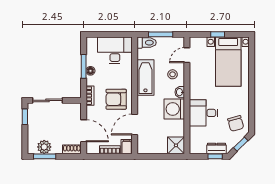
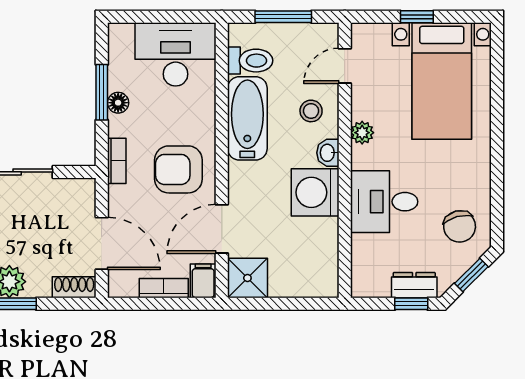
toilet: (147, 43) -> (250, 61), moved
plant: (194, 84) -> (362, 133), added
shower: (176, 145) -> (247, 278), moved

